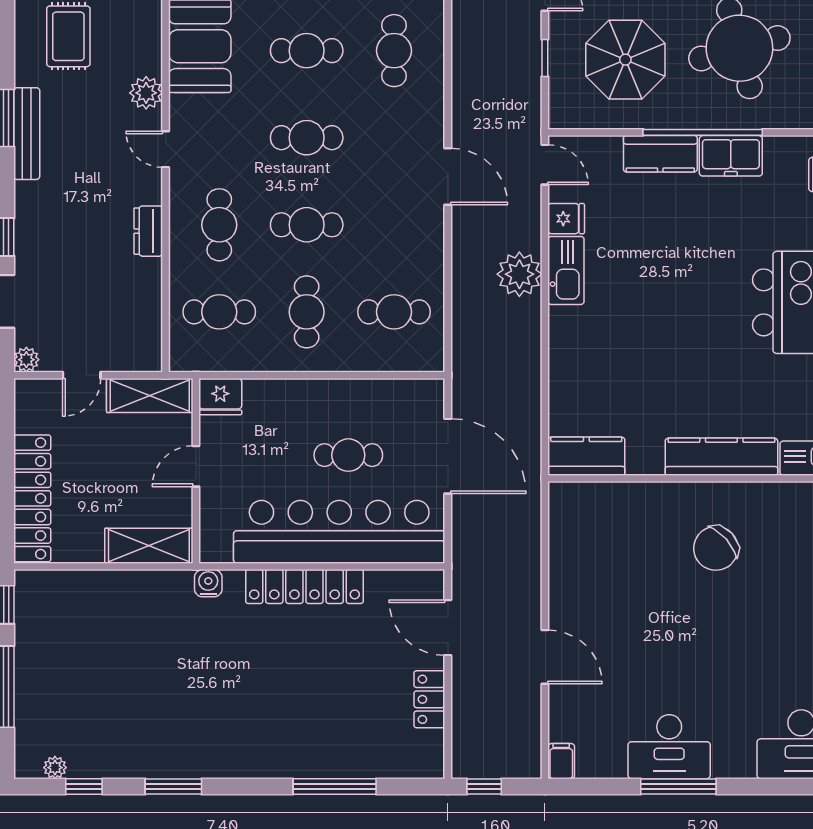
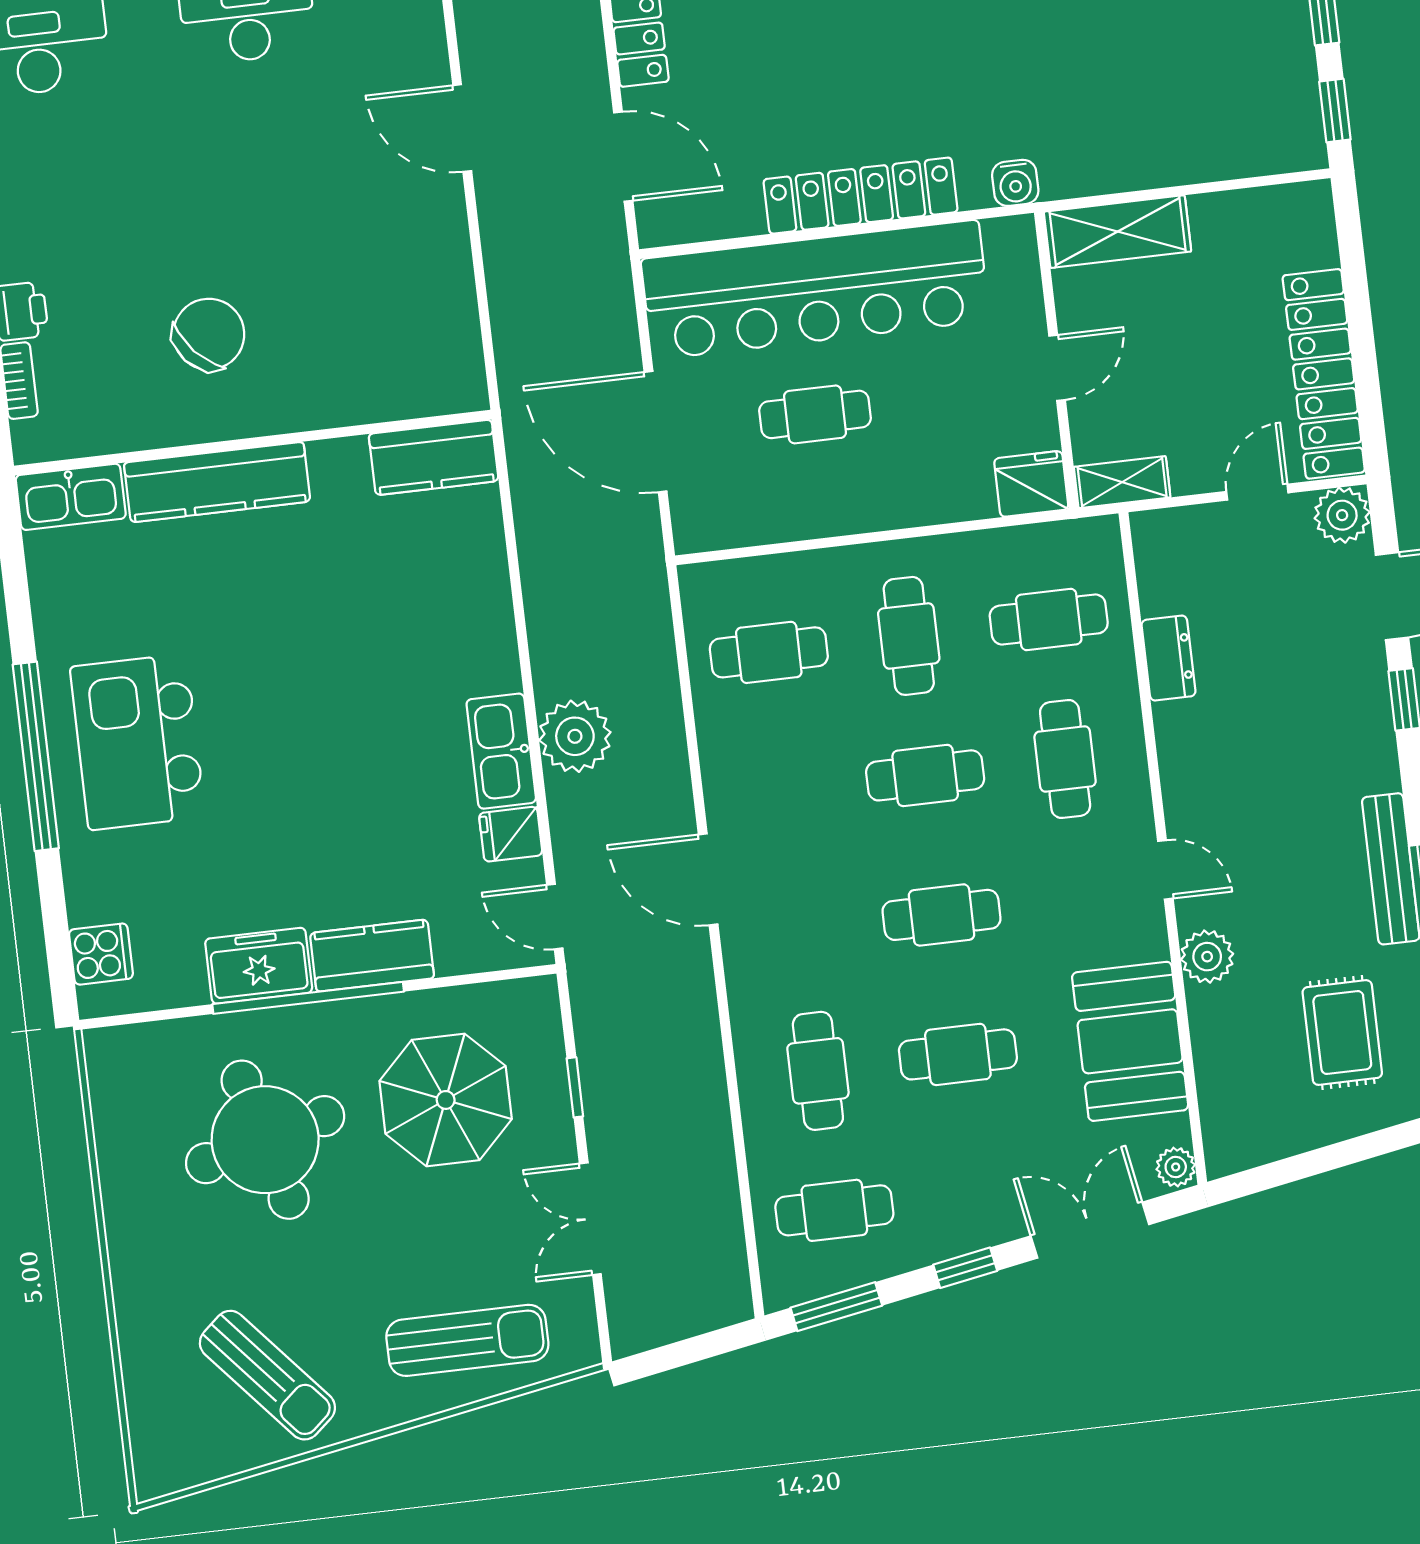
dresser: (148, 231) -> (1169, 658), moved
plant: (26, 360) -> (1342, 515), width x1.38, depth x1.38
shelving: (150, 395) -> (1122, 482), width x0.67, depth x0.75
locker: (32, 498) -> (1324, 374), moved

